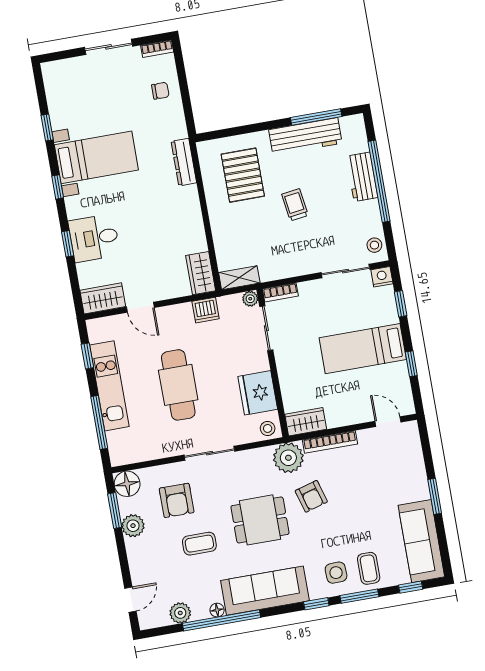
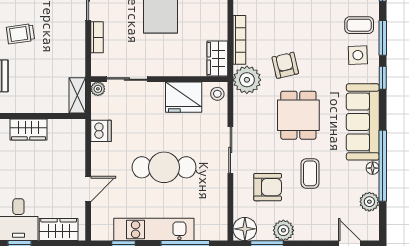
wardrobe: (201, 273) -> (28, 129), moved
bookcase: (280, 292) -> (97, 37), moved
wardrobe: (103, 298) -> (59, 230), moved, turned 90
armchair: (311, 496) -> (285, 65), turned -87

